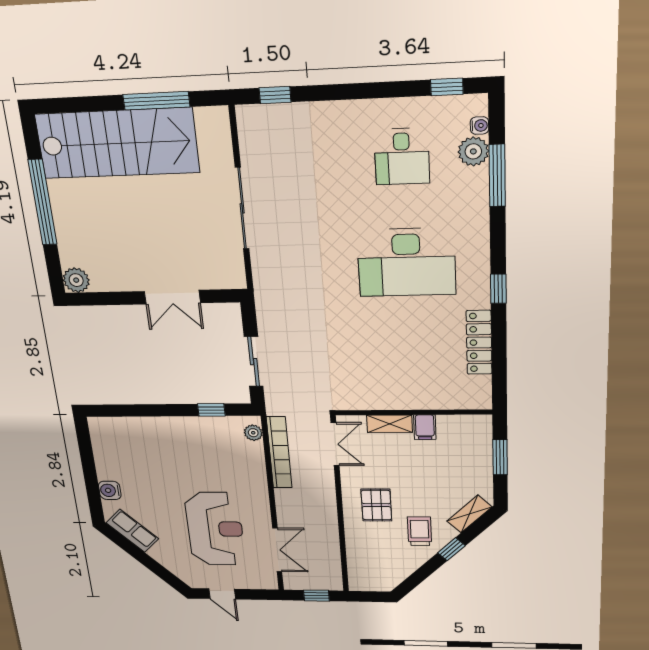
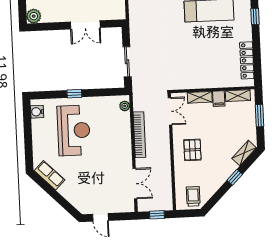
locker: (479, 343) -> (247, 60), moved
window: (211, 410) -> (74, 94), moved
shelving: (460, 424) -> (238, 96), added
bookcase: (279, 453) -> (139, 135), moved
water cooler: (110, 490) -> (37, 112), moved
reception desk: (215, 529) -> (74, 130), moved
trolley: (420, 531) -> (193, 196), moved

